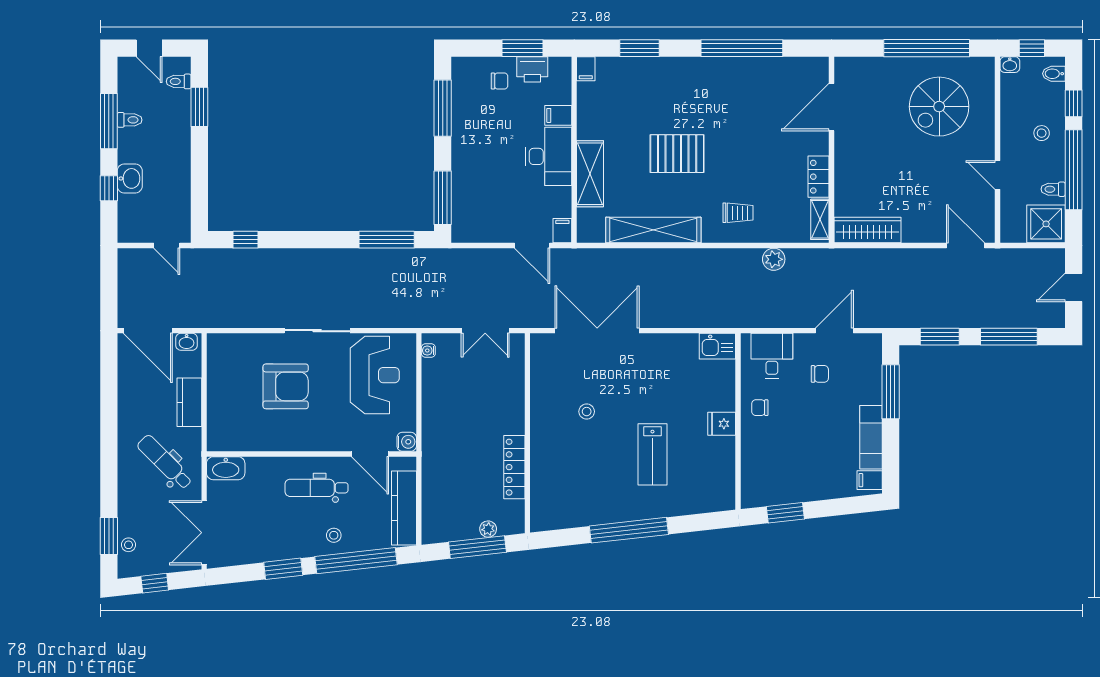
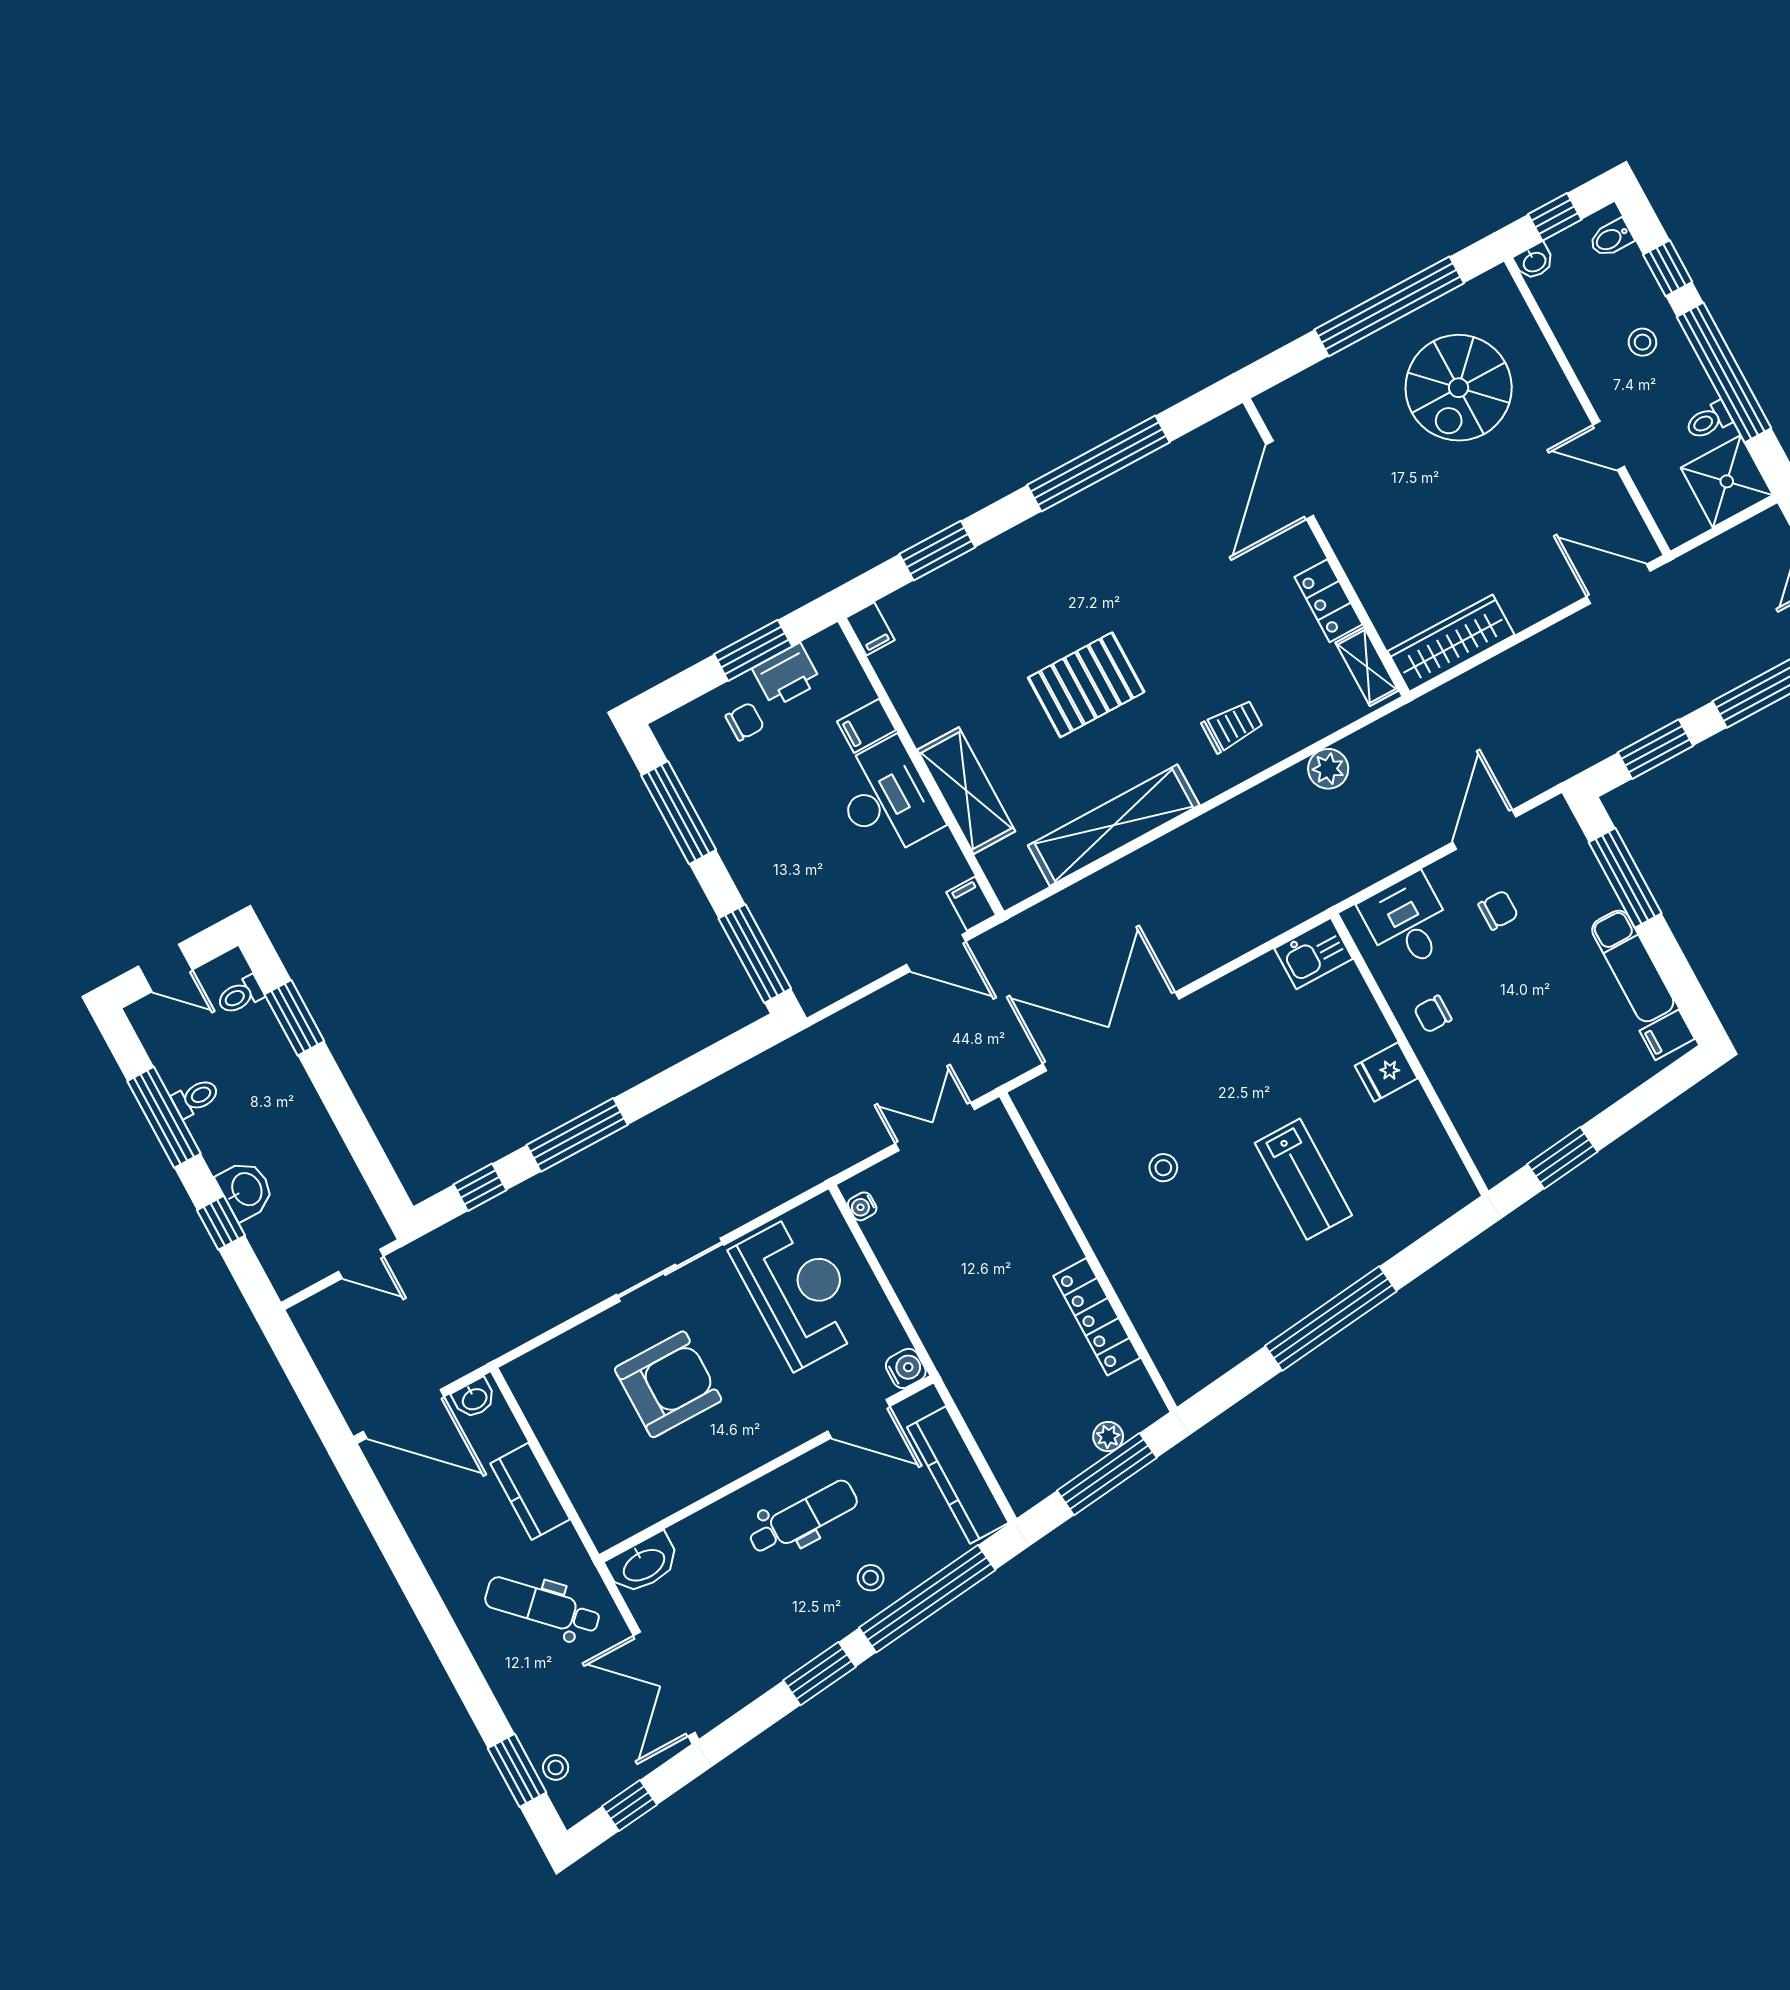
window: (387, 240) -> (577, 1135), moved
double door: (485, 331) -> (935, 1127), swing flipped
dental chair: (317, 488) -> (803, 1518), turned 180

